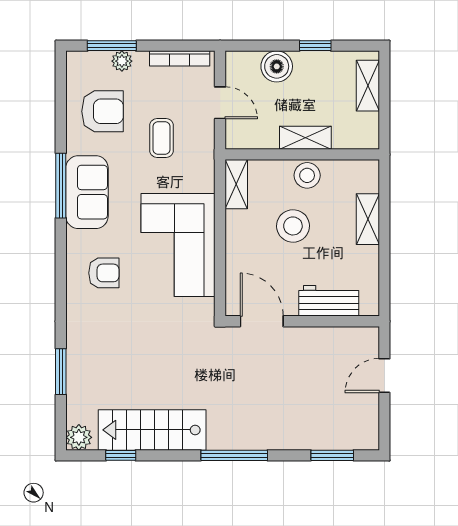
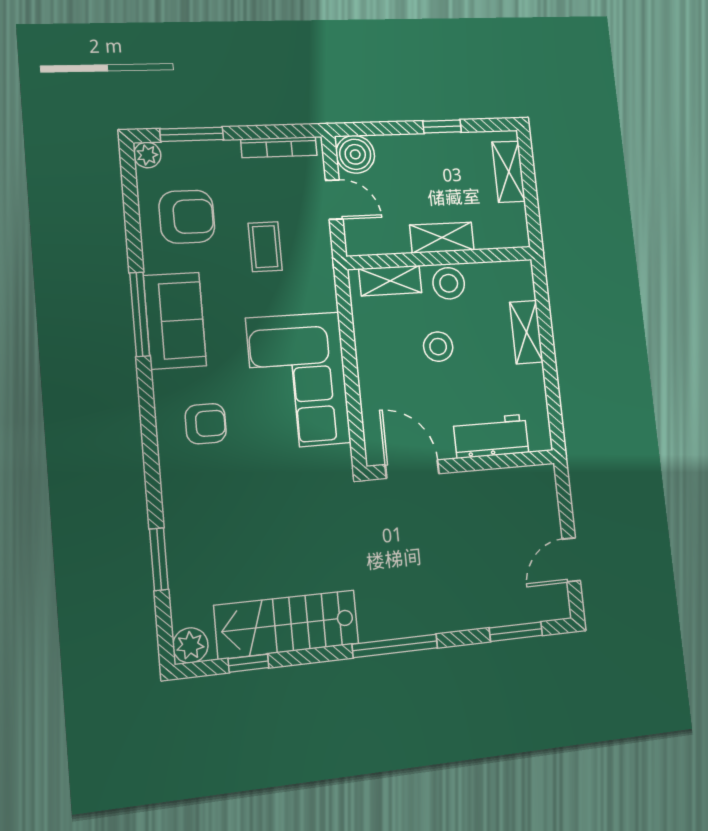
plant: (122, 61) -> (147, 155), moved
boiler: (277, 66) -> (355, 154), moved
shelving: (236, 184) -> (390, 281), moved, turned 90
stool: (293, 226) -> (438, 347), width x0.73, depth x0.73
door: (384, 376) -> (571, 560), moved

